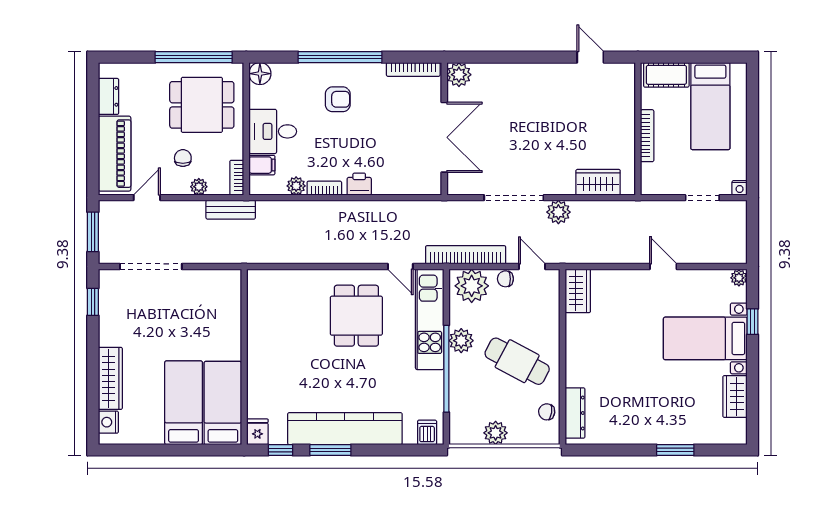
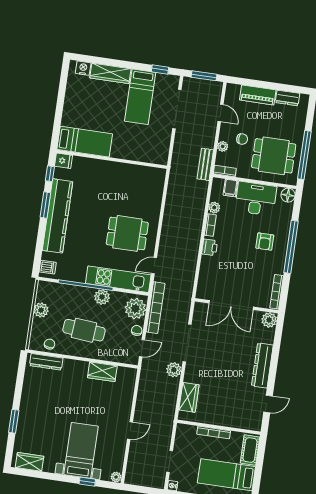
dresser: (532, 75) -> (262, 365), added
dining table: (202, 105) -> (274, 156), turned 90
desk: (273, 131) -> (256, 199), width x1.37
piano: (115, 154) -> (258, 95), width x0.73, depth x0.75
wardrobe: (578, 291) -> (102, 372), moved
cafe table: (517, 361) -> (84, 330), turned 67
wardrobe: (735, 396) -> (30, 462), moved
bed: (184, 403) -> (140, 97), moved, turned 90

